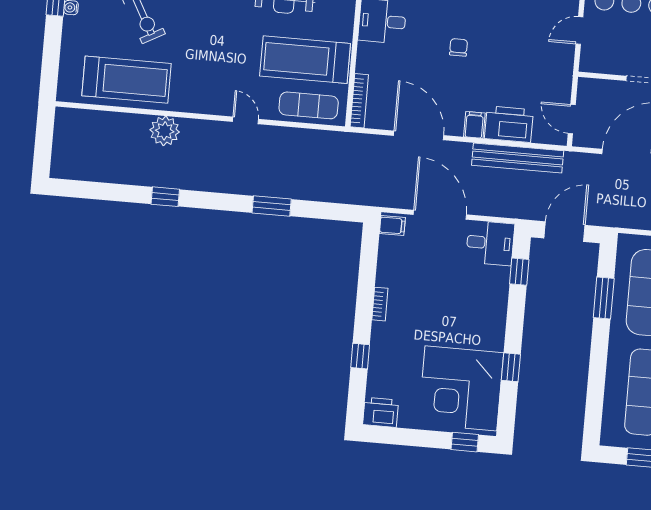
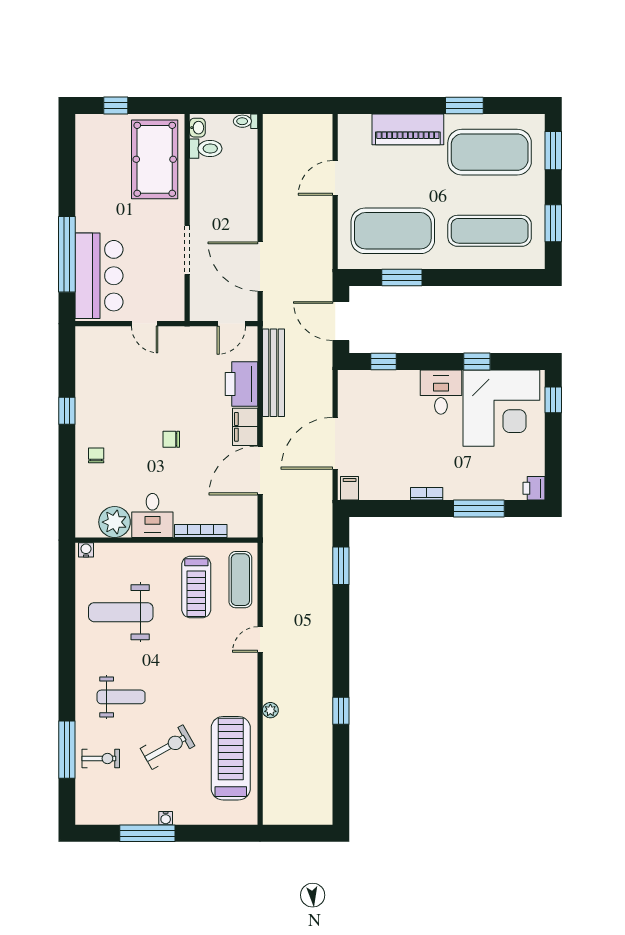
treadmill: (305, 60) -> (196, 587), width x0.73, depth x0.73
bookcase: (359, 101) -> (201, 531), moved
filing cabinet: (474, 125) -> (245, 427), width x2.00
plant: (165, 131) -> (270, 710), width x0.53, depth x0.53
window: (272, 206) -> (341, 566), moved
desk: (490, 243) -> (441, 392), moved
window: (360, 356) -> (479, 509), width x2.17
printer: (381, 412) -> (534, 488), width x0.73, depth x0.81

